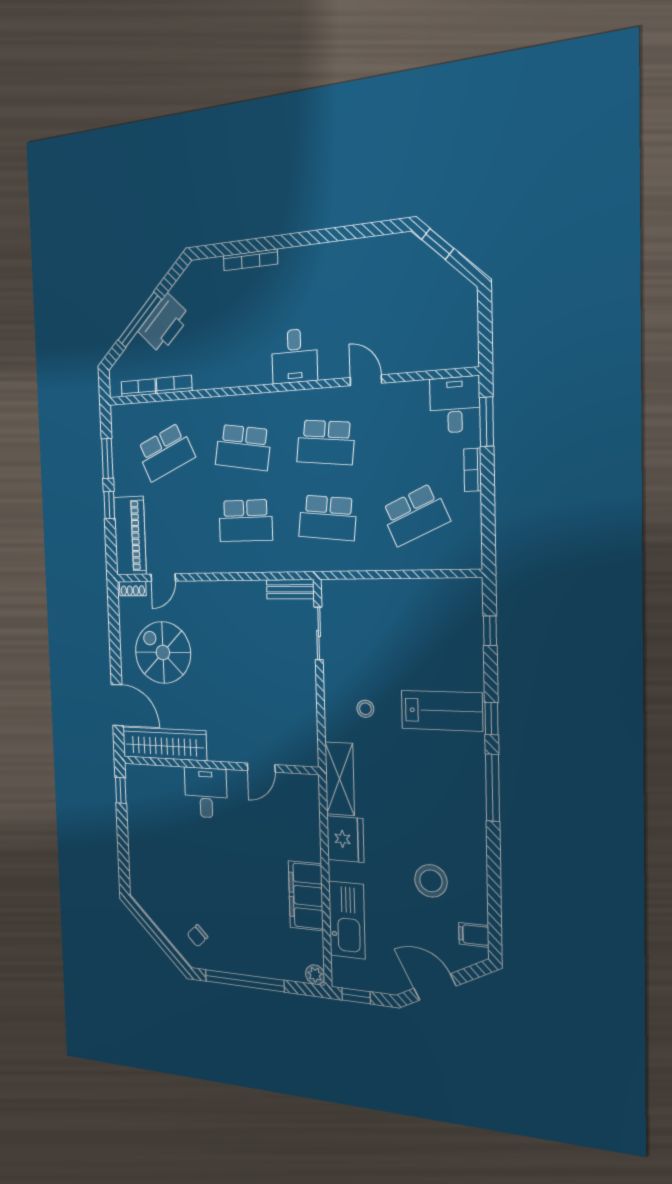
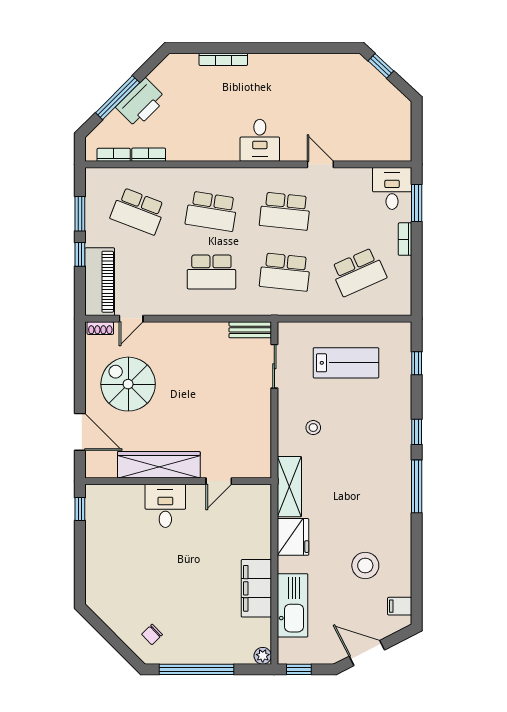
school desk: (166, 452) -> (138, 211), turned 45
lab bench: (442, 711) -> (346, 363), moved
wardrobe: (164, 744) -> (159, 465), moved

